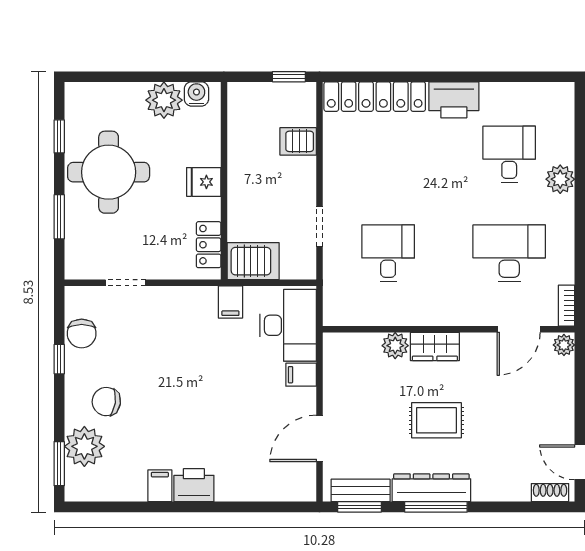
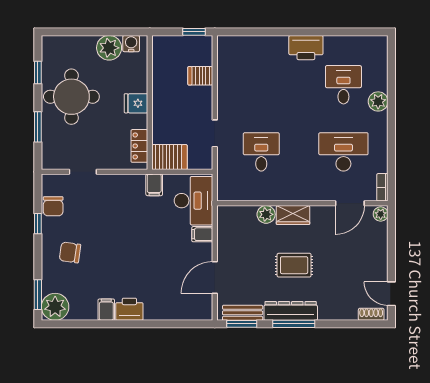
locker: (375, 97) -> (252, 45), removed
plant: (84, 446) -> (55, 307), moved

